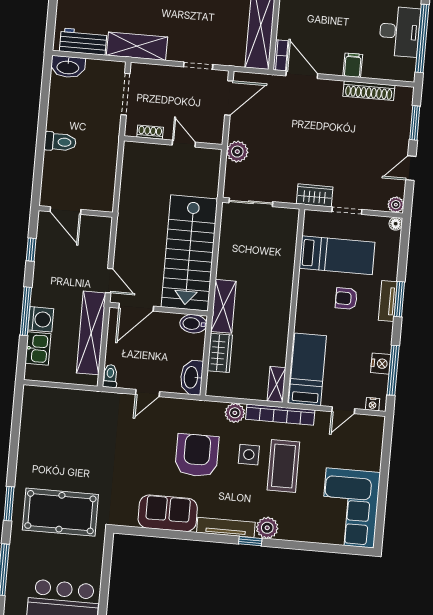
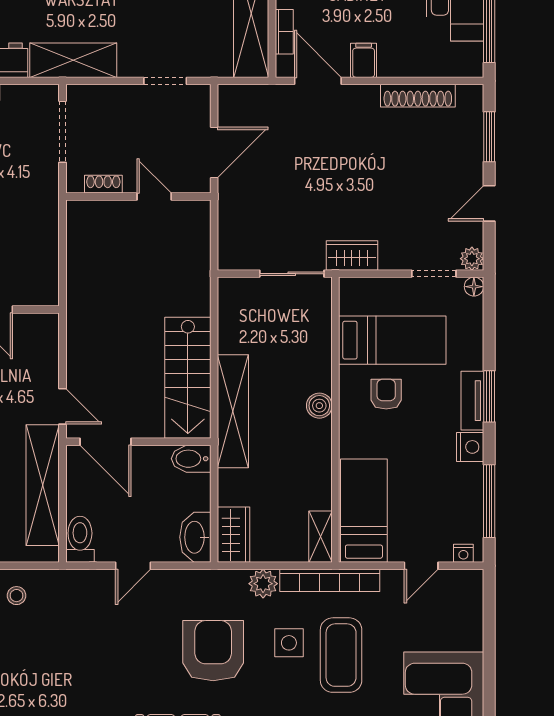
bookcase: (281, 55) -> (284, 32), moved
filing cabinet: (353, 65) -> (364, 60), moved
door: (229, 98) -> (214, 153), moved
plant: (237, 152) -> (233, 201), removed
sliding door: (251, 202) -> (292, 274), moved
doorway: (347, 211) -> (434, 274), moved
stairs: (189, 253) -> (188, 378), width x0.73, depth x0.66
boiler: (284, 295) -> (319, 406), added
armchair: (346, 298) -> (386, 394), moved, turned 90
shelving: (223, 306) -> (233, 411), width x1.47
door: (136, 307) -> (105, 442), hinge flipped
wardrobe: (220, 353) -> (234, 535), moved
nightstand: (381, 364) -> (470, 447), moved
toilet: (110, 376) -> (80, 539), width x1.37, depth x1.39
stool: (67, 406) -> (17, 596), added

